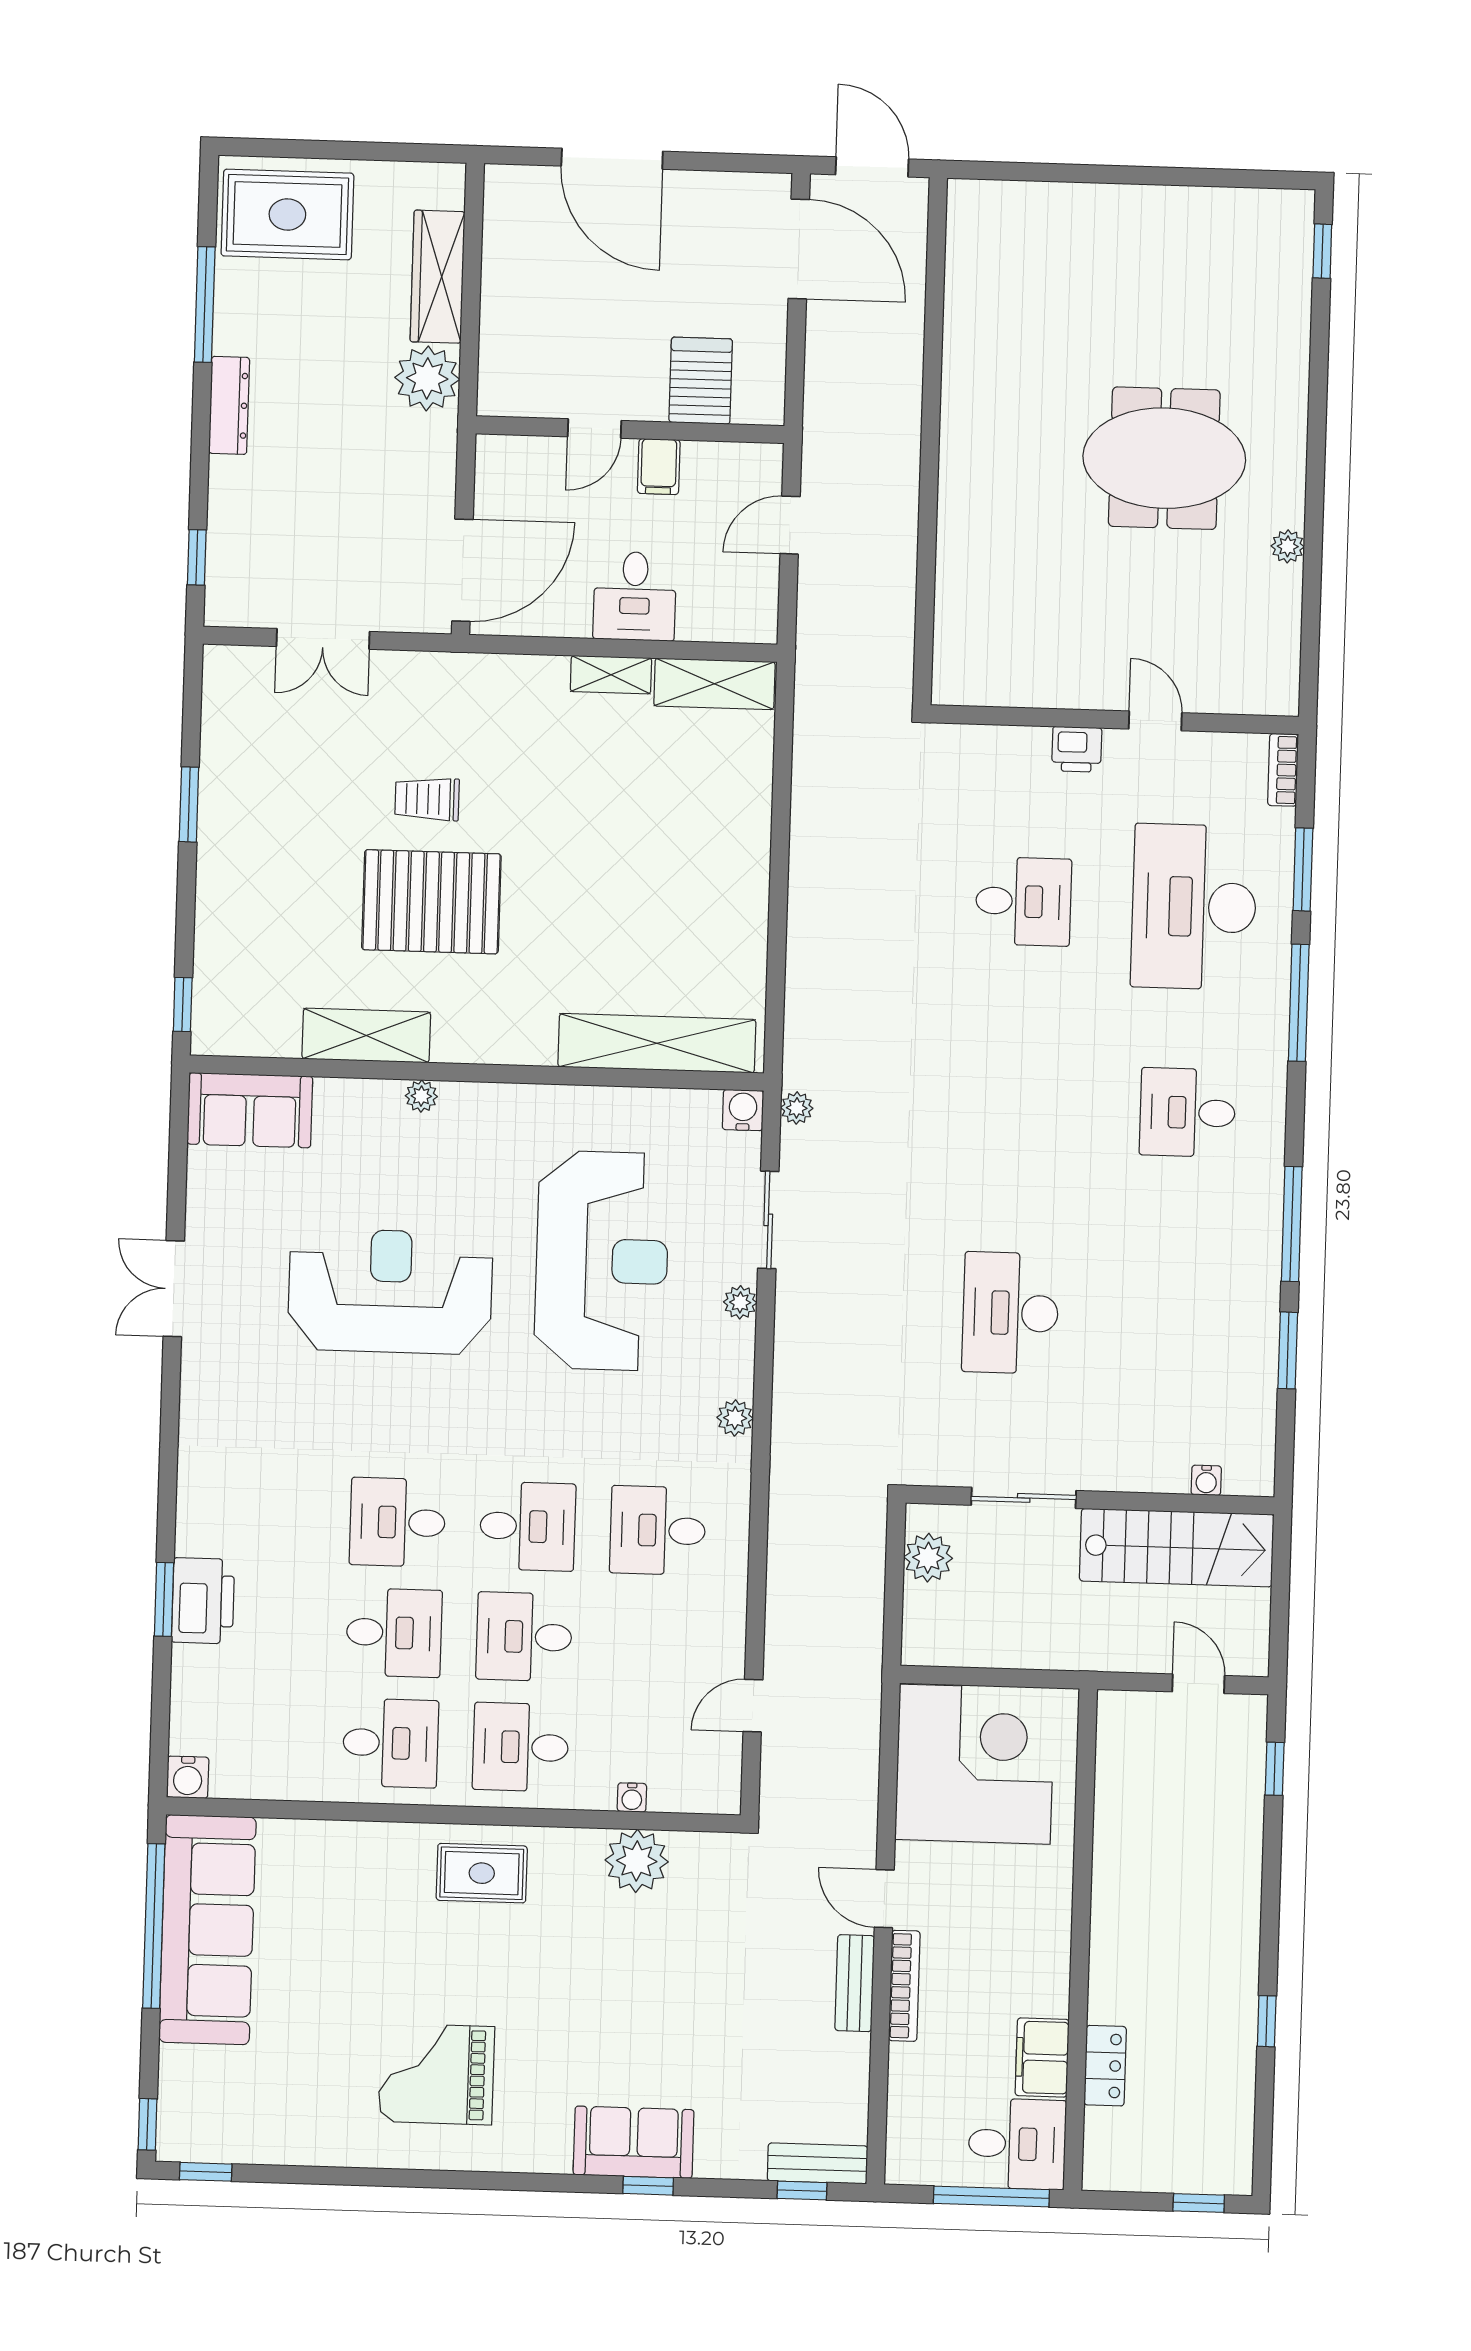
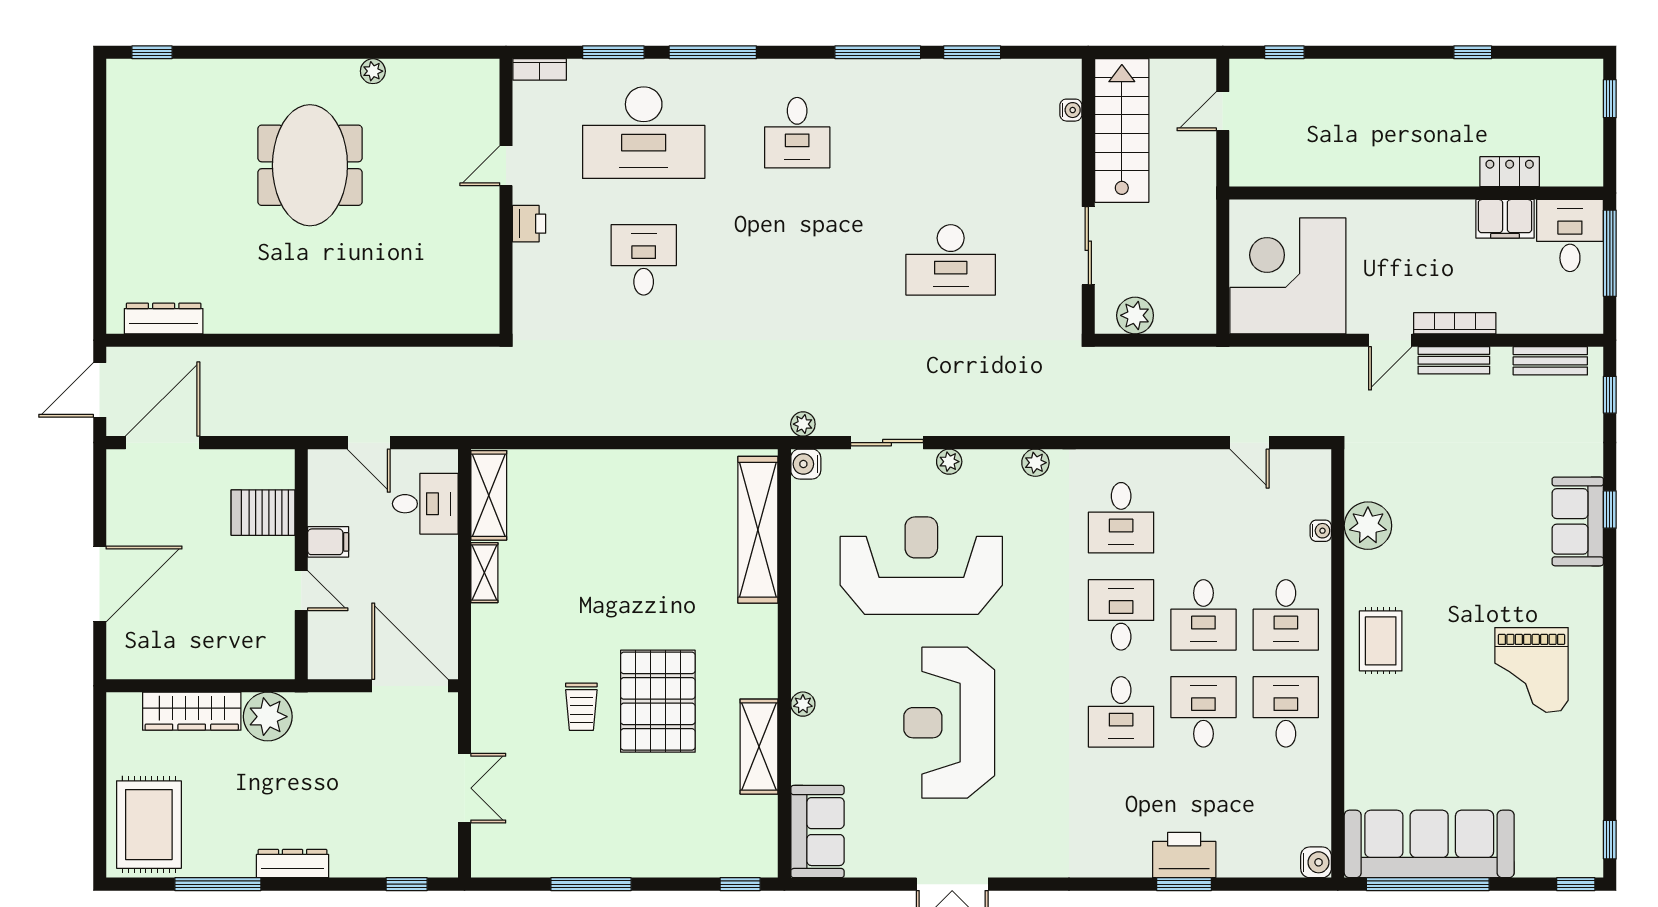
dresser: (965, 256) -> (164, 318), added
desk: (635, 596) -> (425, 504), moved
window: (189, 804) -> (591, 884), width x1.44
bench: (818, 2163) -> (1550, 361), moved, turned 90

